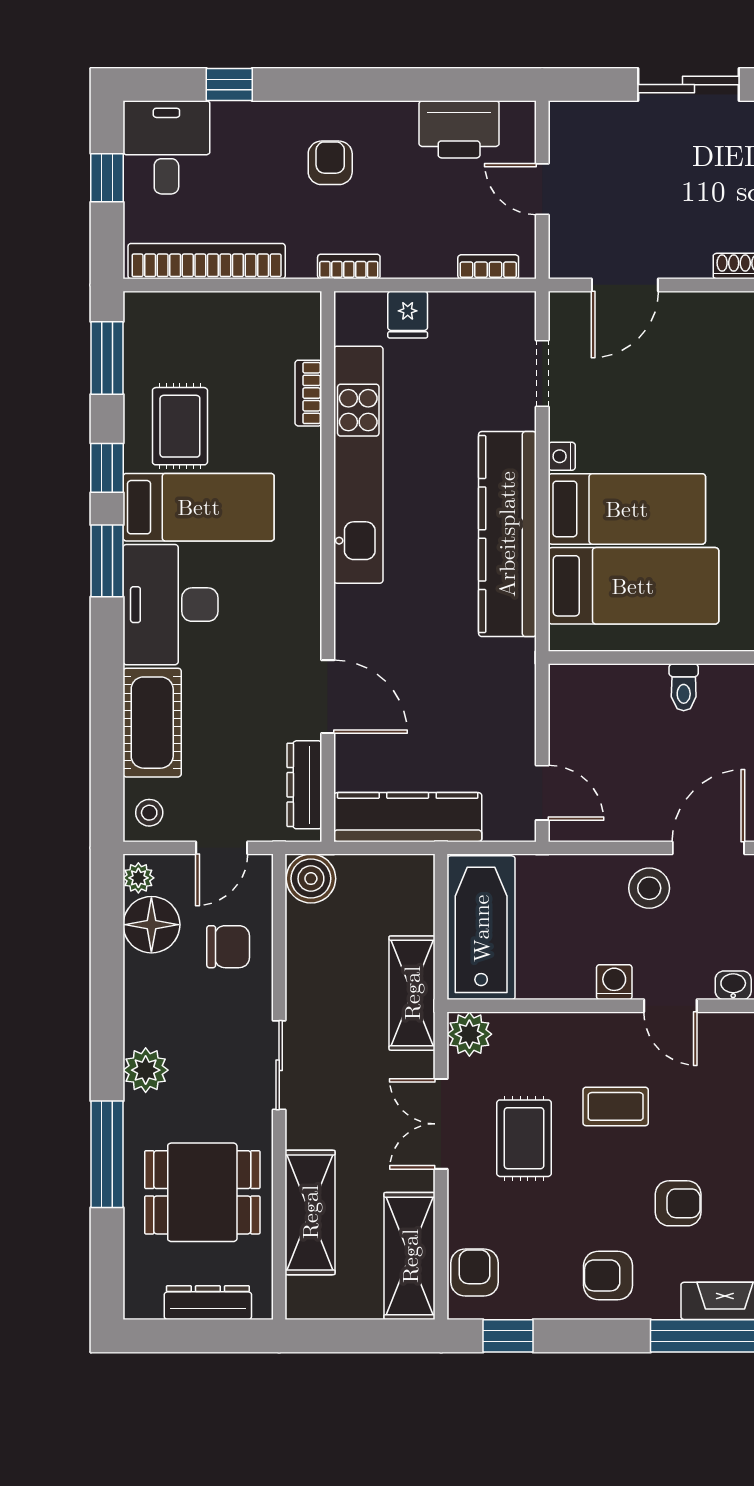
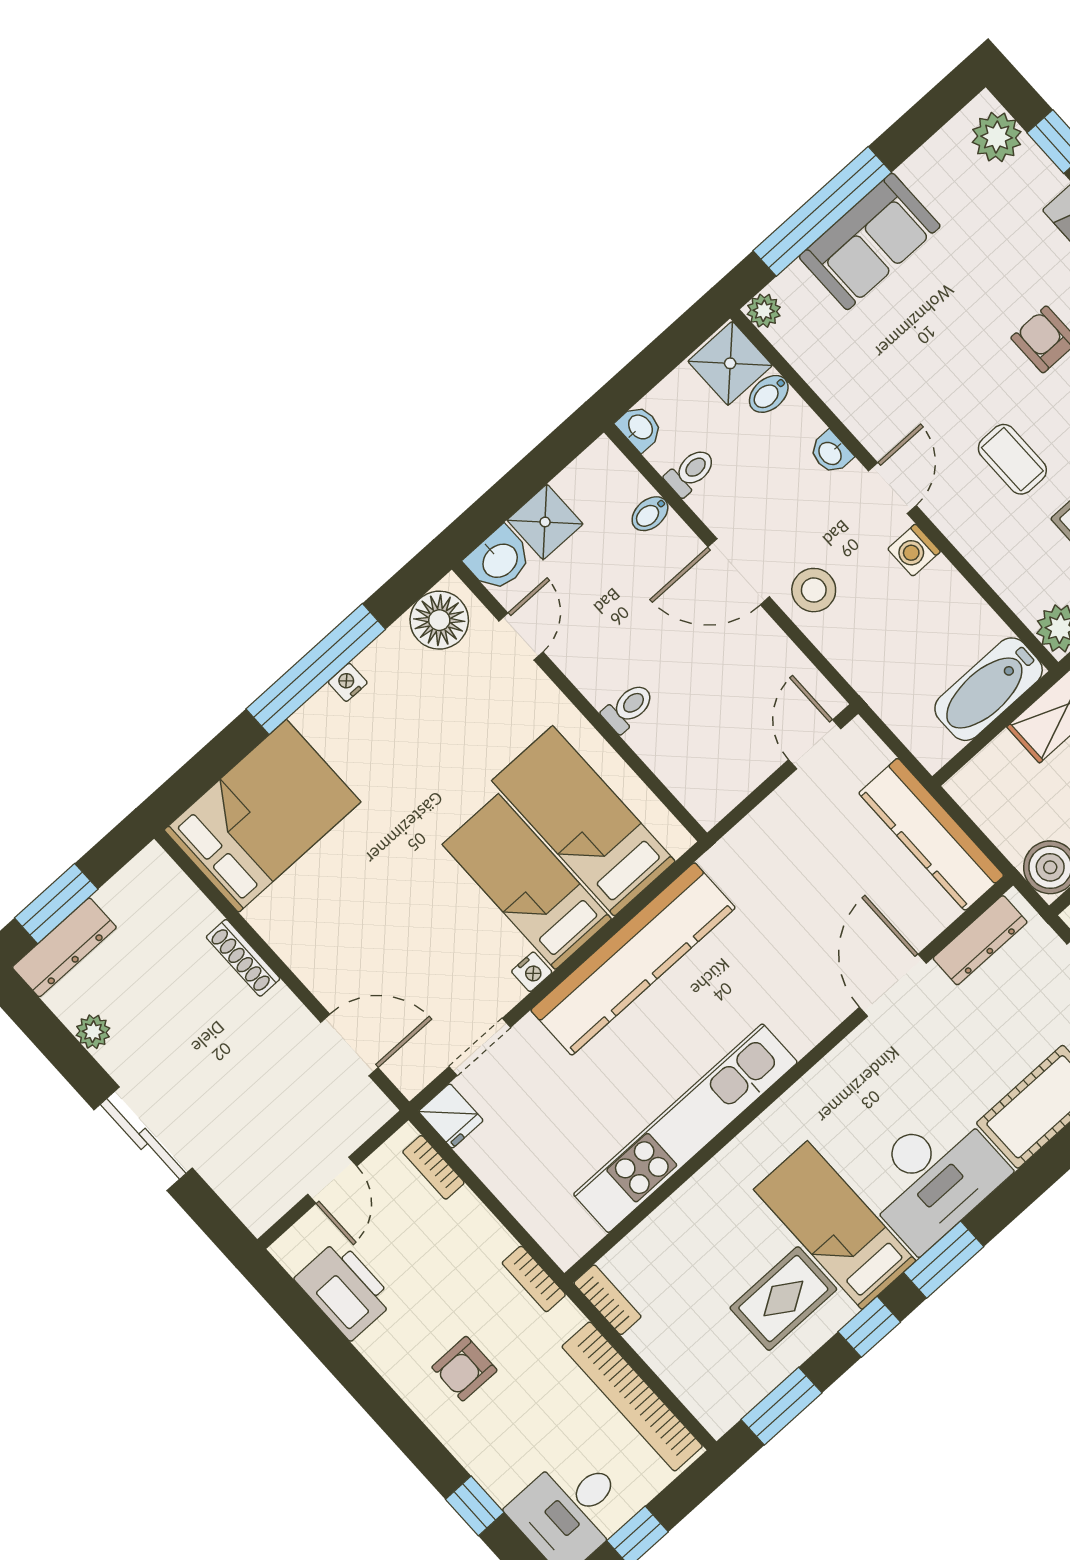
fridge: (408, 315) -> (451, 1116), moved, turned 90
bookcase: (308, 393) -> (607, 1300), moved, turned -90
bathtub: (481, 928) -> (989, 689), width x0.73, depth x0.73

